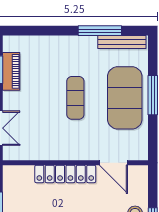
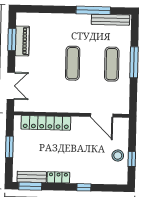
exercise mat: (125, 98) -> (112, 64), width x0.50, depth x0.69
locker: (65, 174) -> (46, 123), moved

